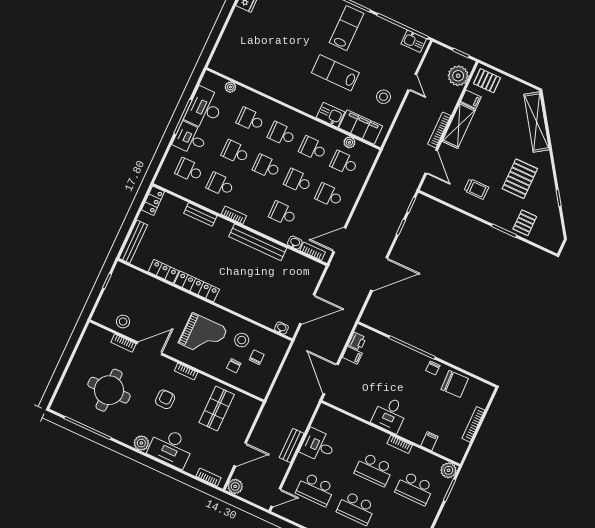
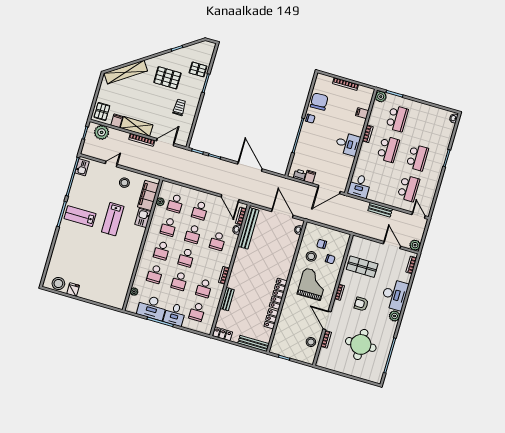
bench: (258, 242) -> (248, 228), moved
desk: (318, 445) -> (359, 186), moved

